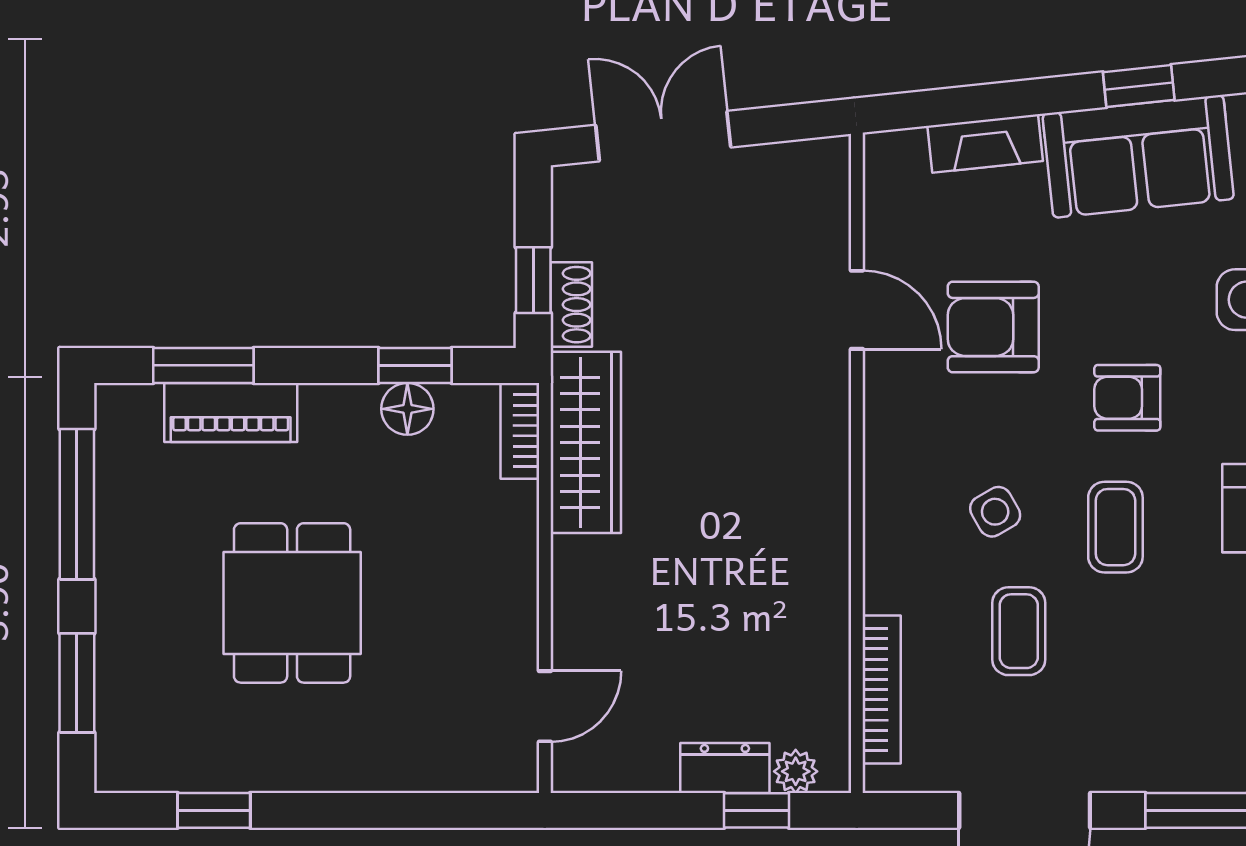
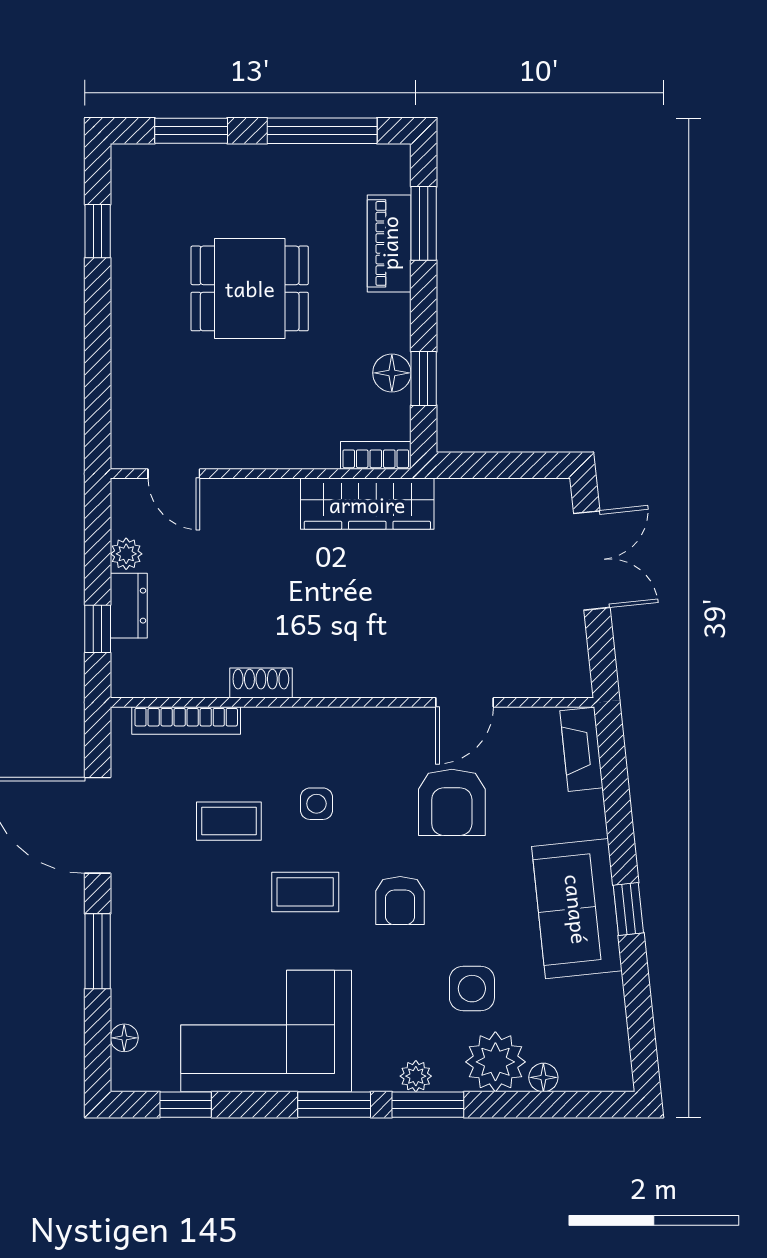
fireplace: (985, 143) -> (581, 749), moved
window: (533, 280) -> (486, 465), removed
shoe rack: (571, 305) -> (261, 683), moved, turned 180
armchair: (993, 327) -> (452, 802), turned 180
armchair: (1127, 398) -> (400, 901), turned 180
side table: (995, 512) -> (316, 804), turned 30
plant: (796, 771) -> (126, 554), moved

